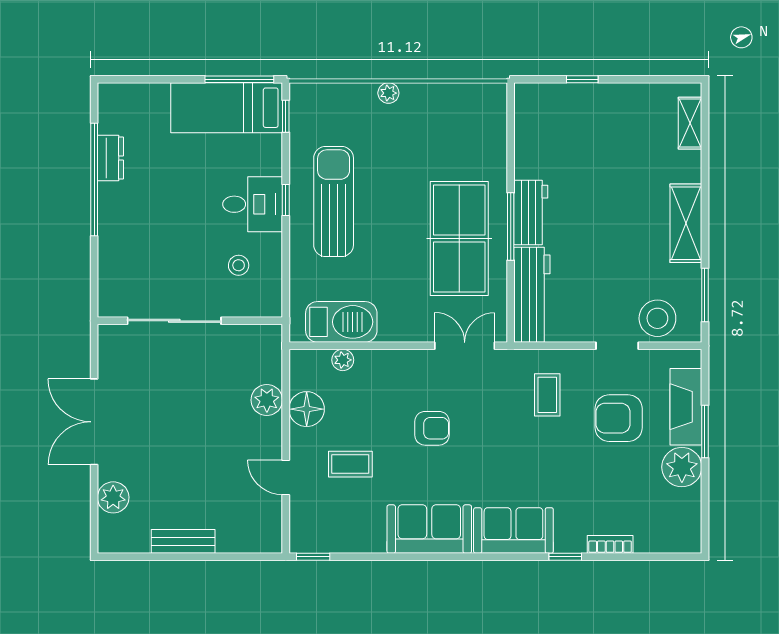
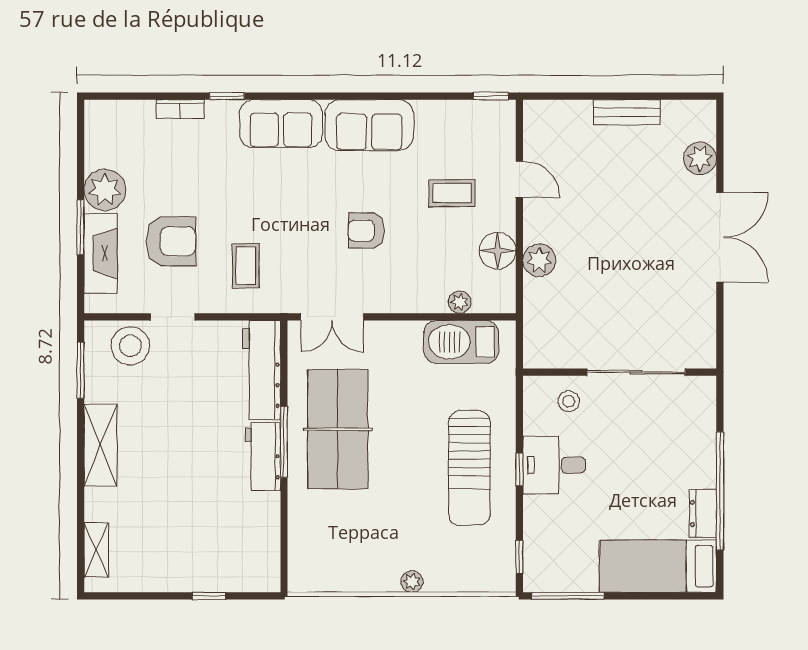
bed: (227, 108) -> (658, 566), moved, turned 180
sliding door: (174, 321) -> (636, 372), moved
wall: (190, 321) -> (620, 372), moved

